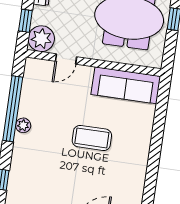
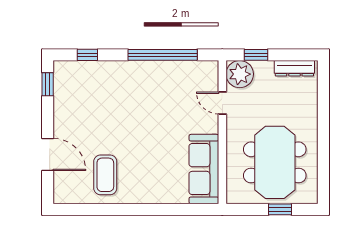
plant: (23, 125) -> (147, 68), removed
coffee table: (92, 138) -> (105, 175), moved

